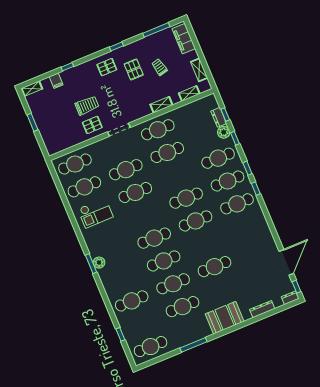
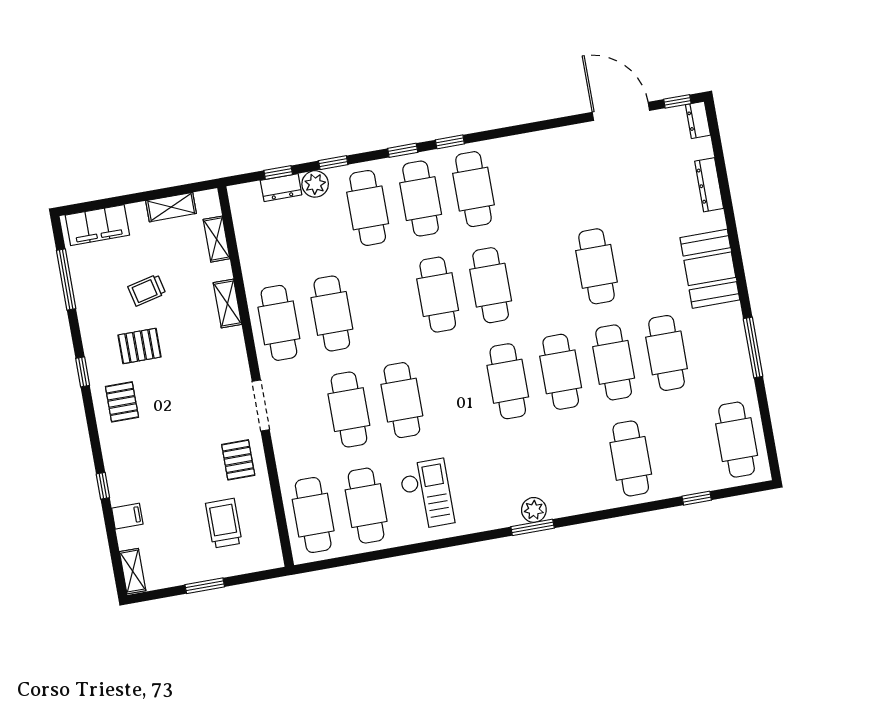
trolley: (87, 105) -> (224, 523), moved

